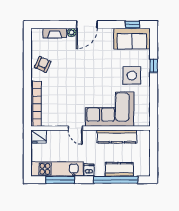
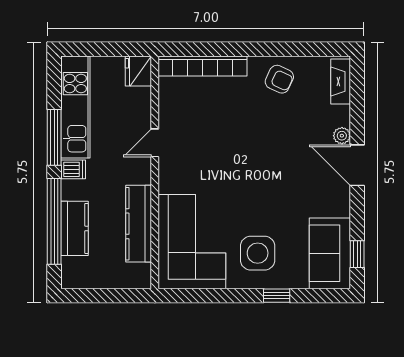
fireplace: (55, 33) -> (341, 82), moved
corner sofa: (110, 109) -> (192, 242), moved
window: (60, 180) -> (54, 137), moved

